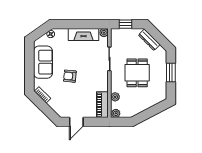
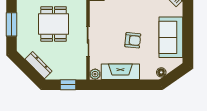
armchair: (70, 76) -> (133, 40), moved

